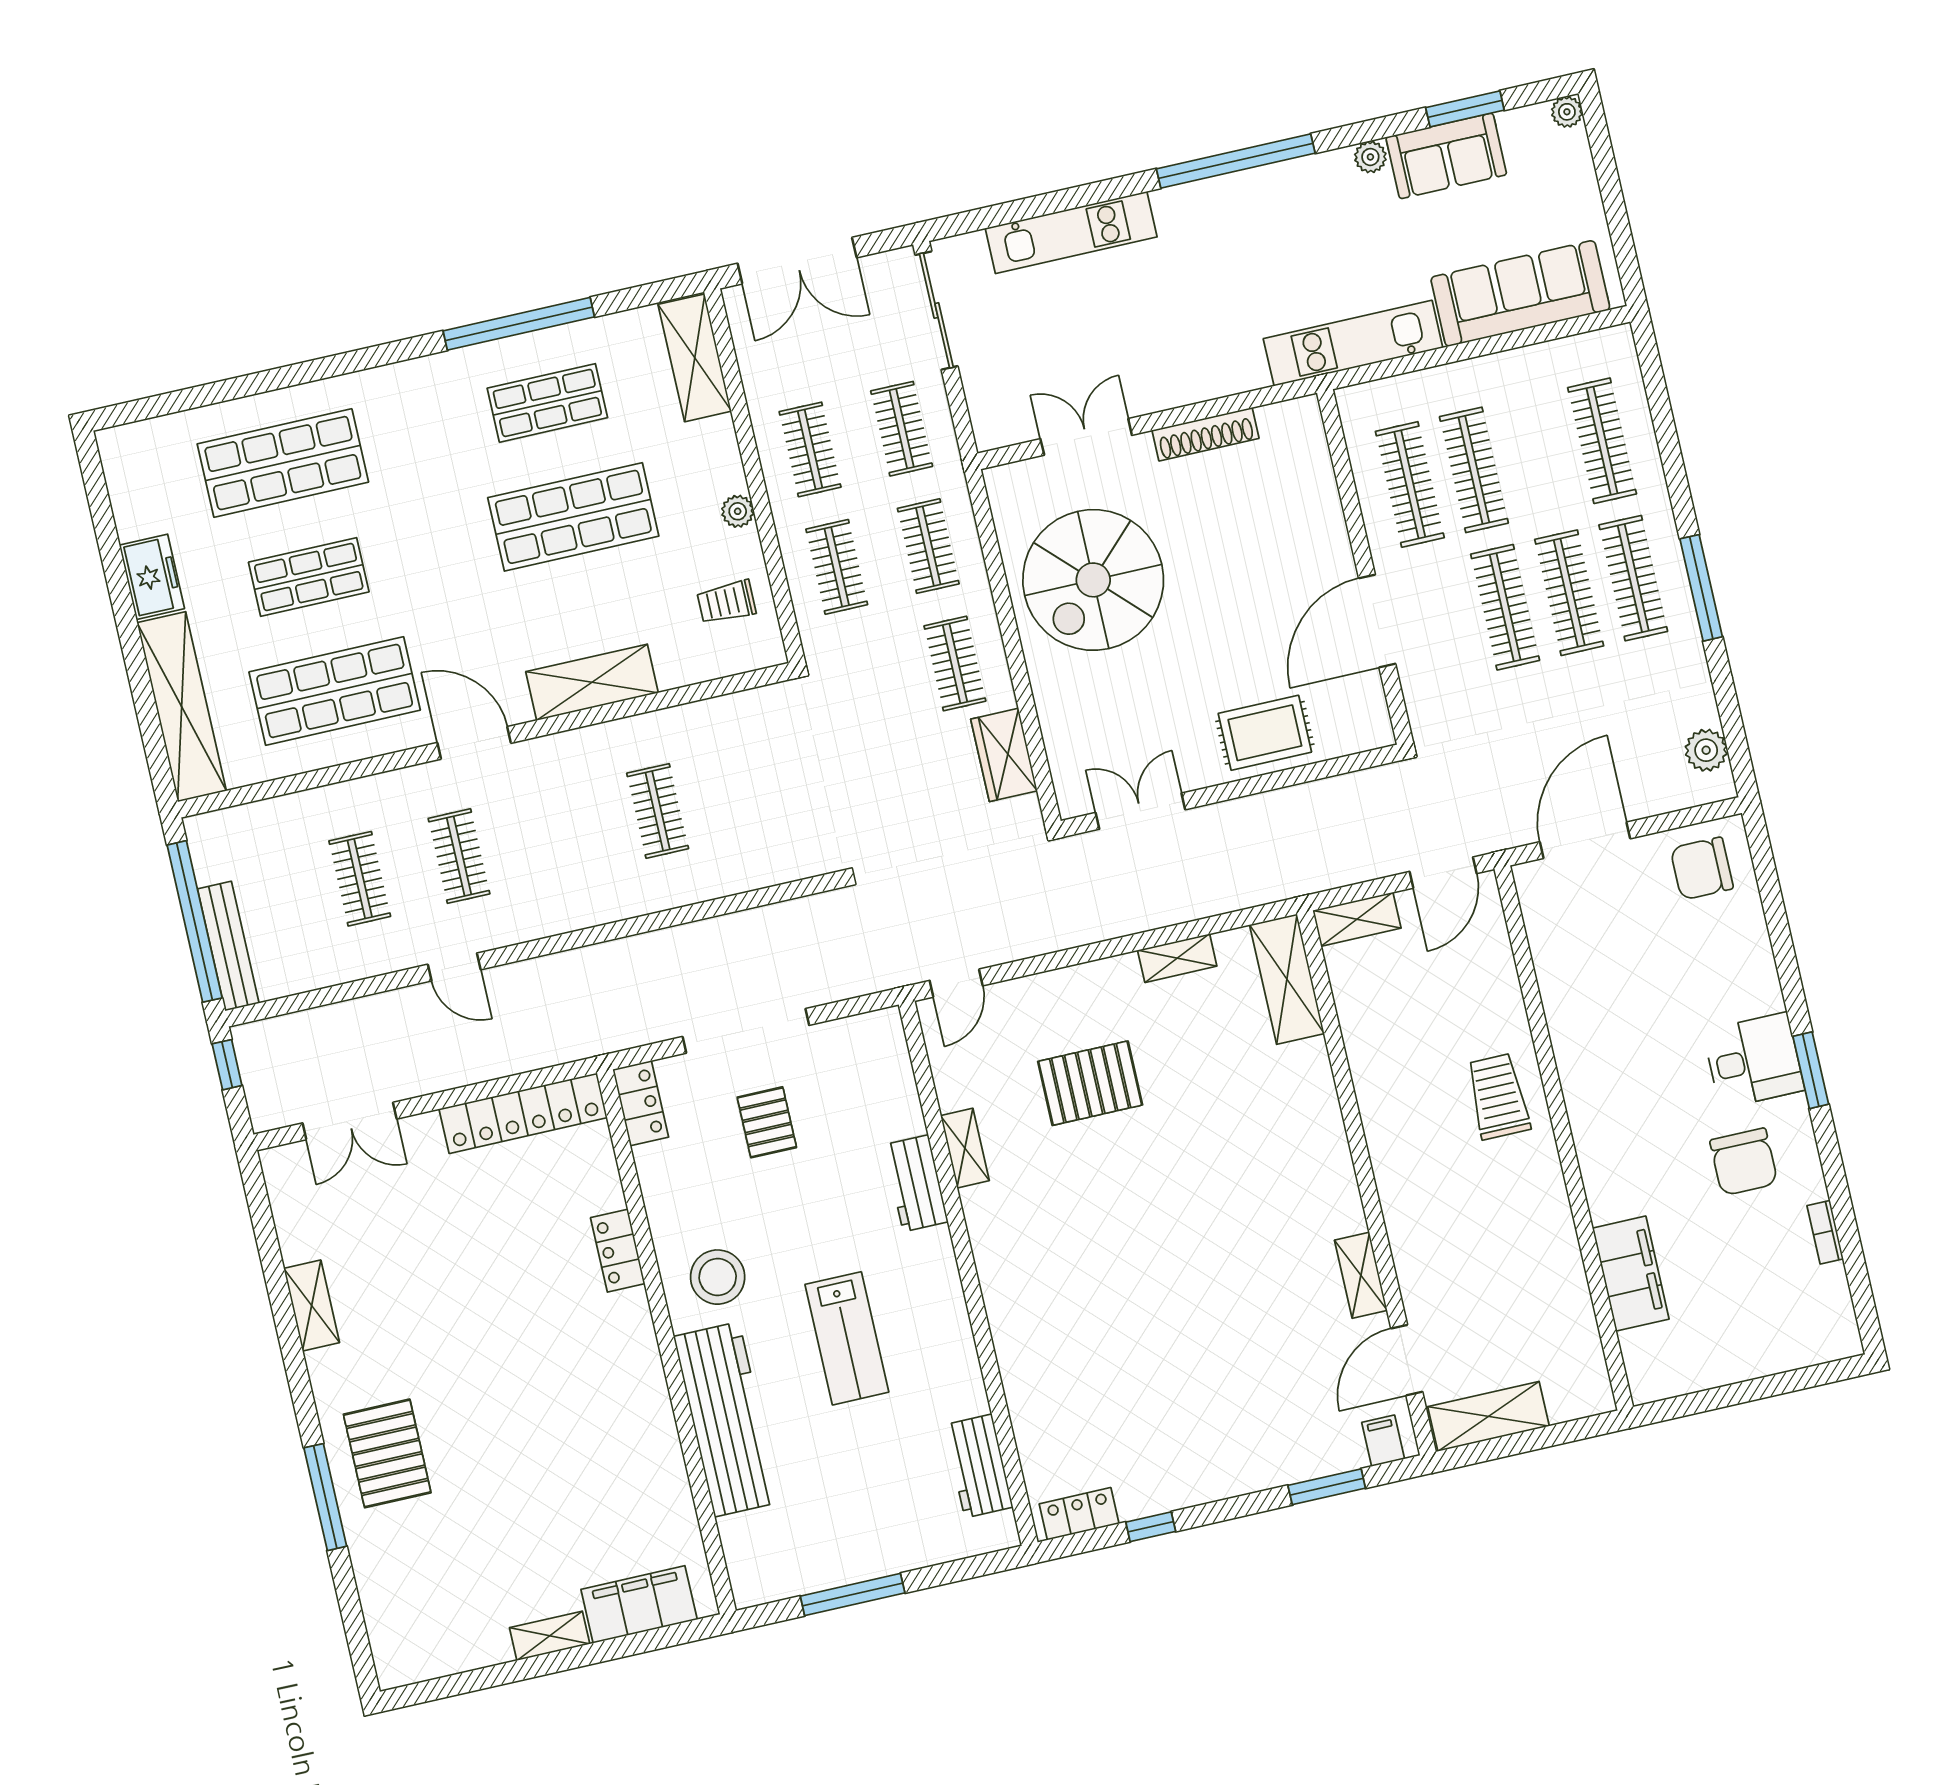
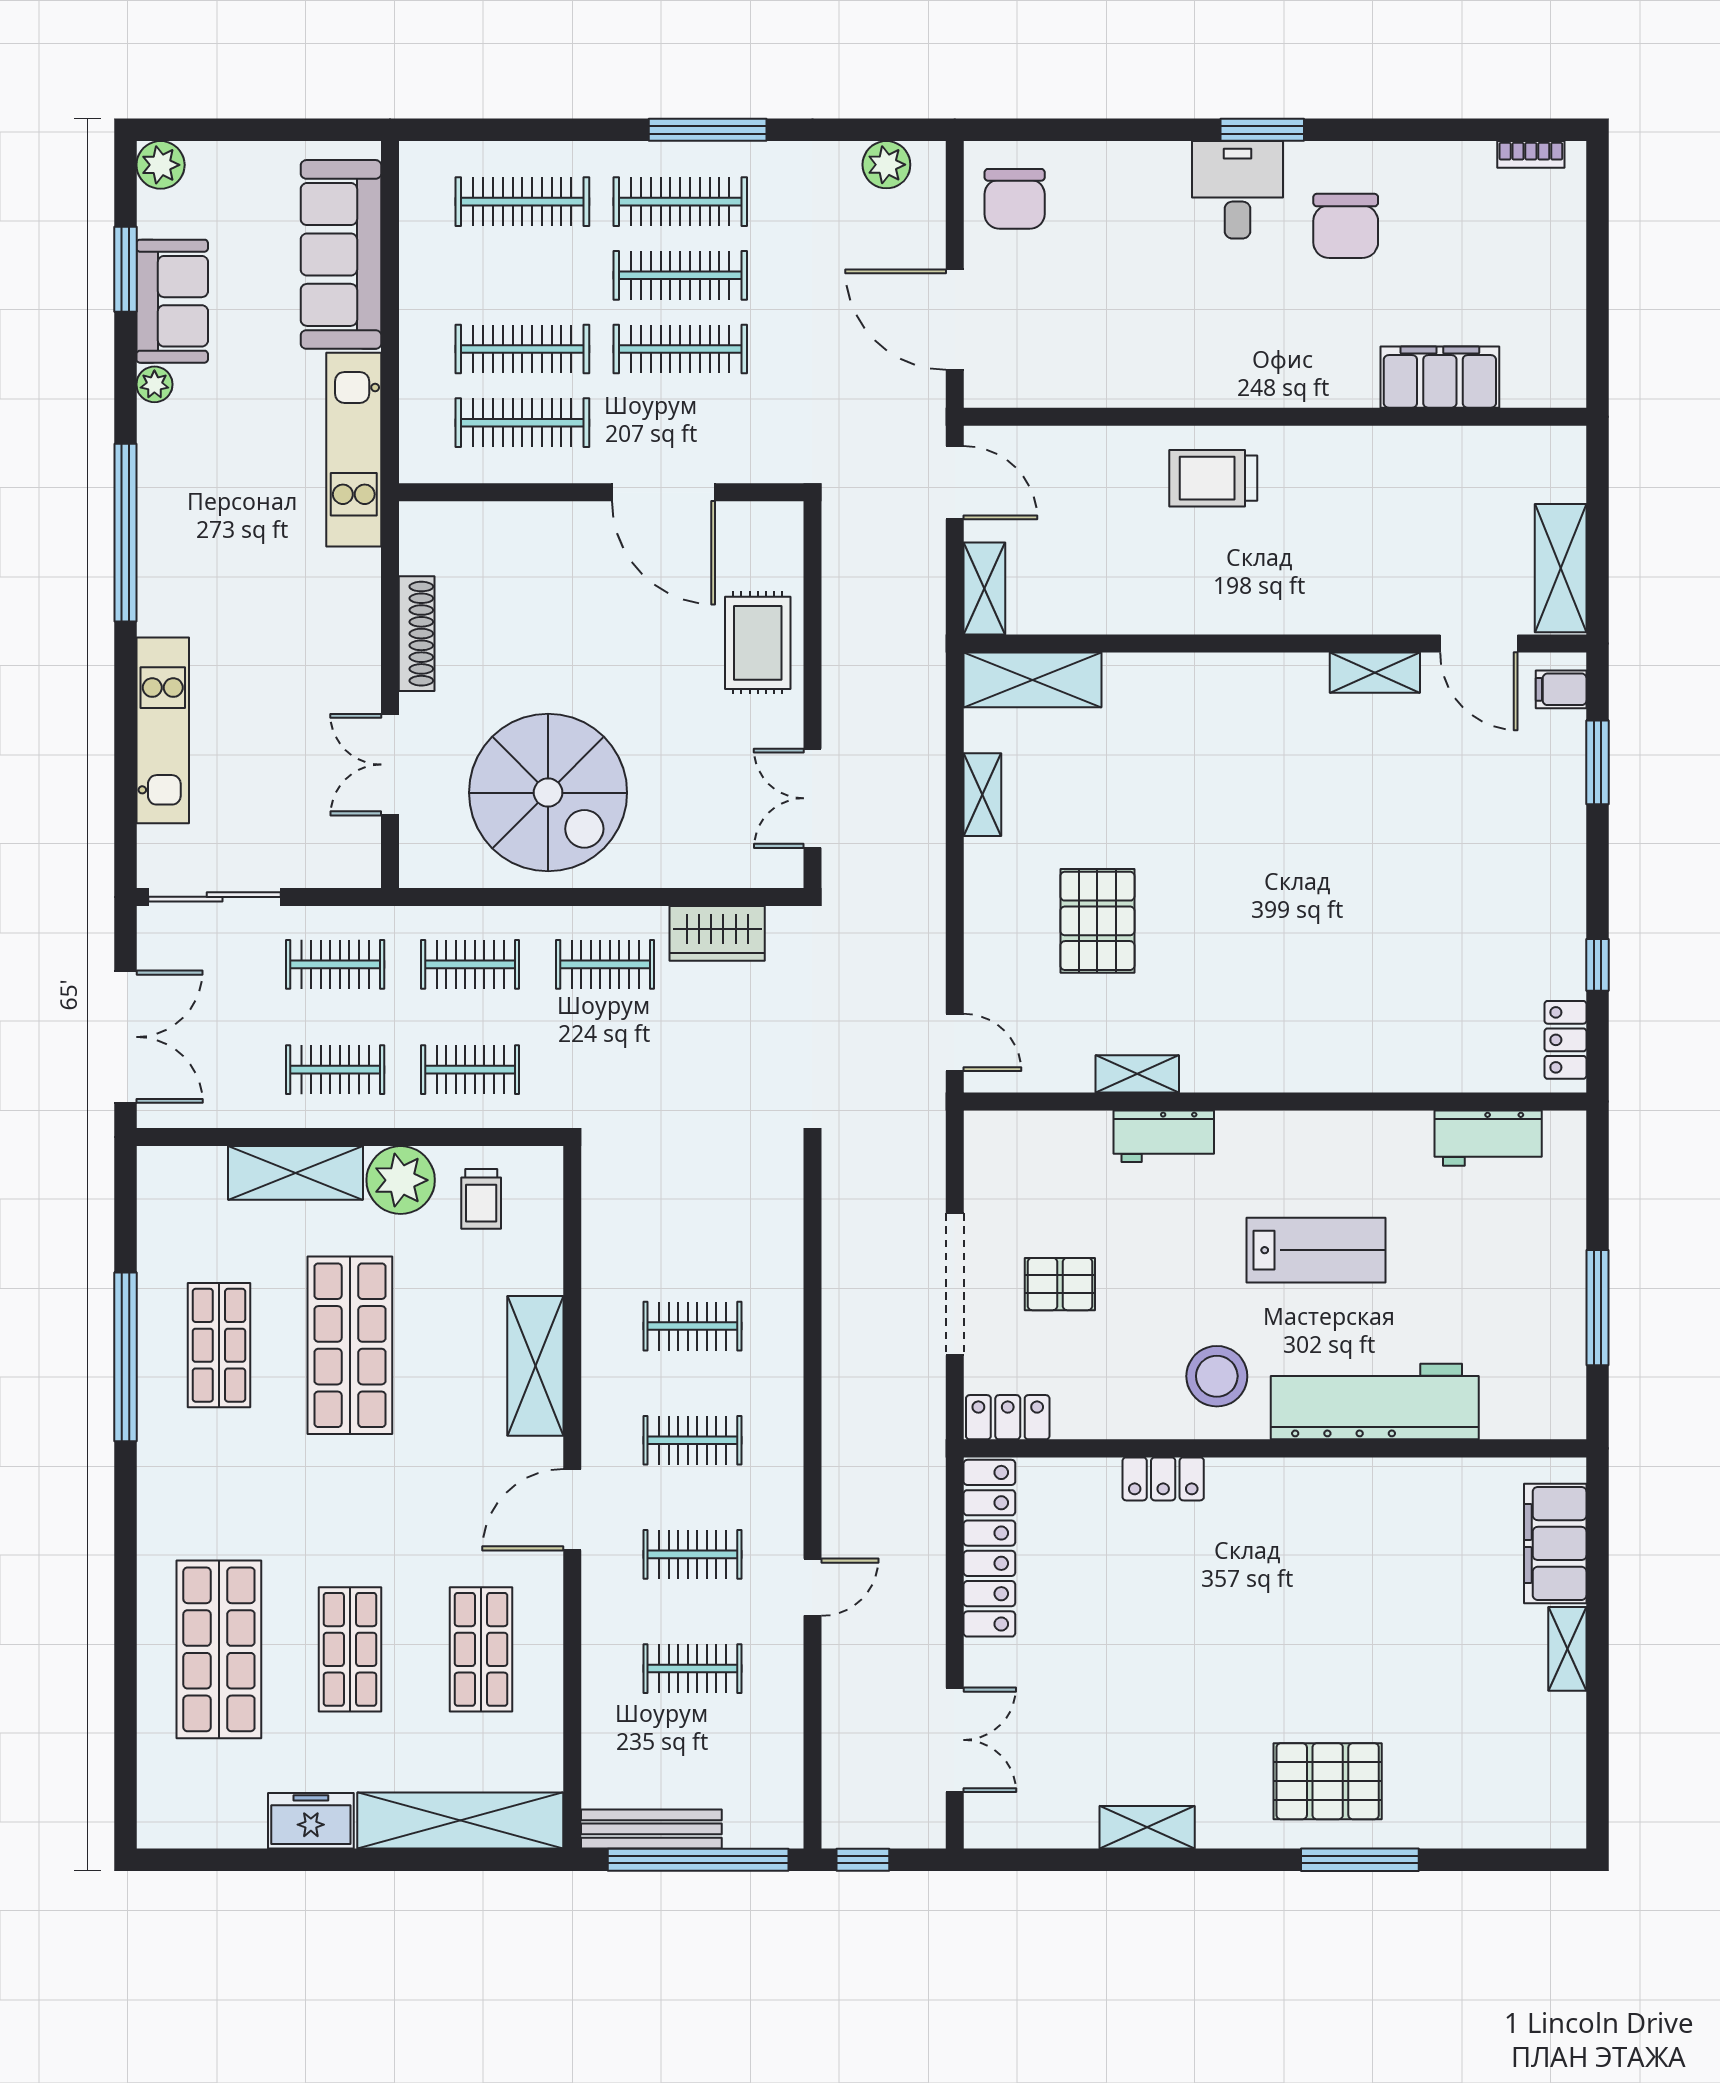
plant: (1567, 112) -> (161, 165), width x1.38, depth x1.38
shelving: (695, 358) -> (296, 1173), moved
plant: (738, 511) -> (401, 1180), width x1.87, depth x1.87
shop shelf: (335, 691) -> (481, 1649), width x0.70, depth x0.74
clothes rail: (558, 834) -> (692, 1440), added
bench: (228, 946) -> (651, 1829), moved
chair: (1744, 1162) -> (1346, 226), turned 90
bookcase: (1825, 1232) -> (1531, 154), moved

